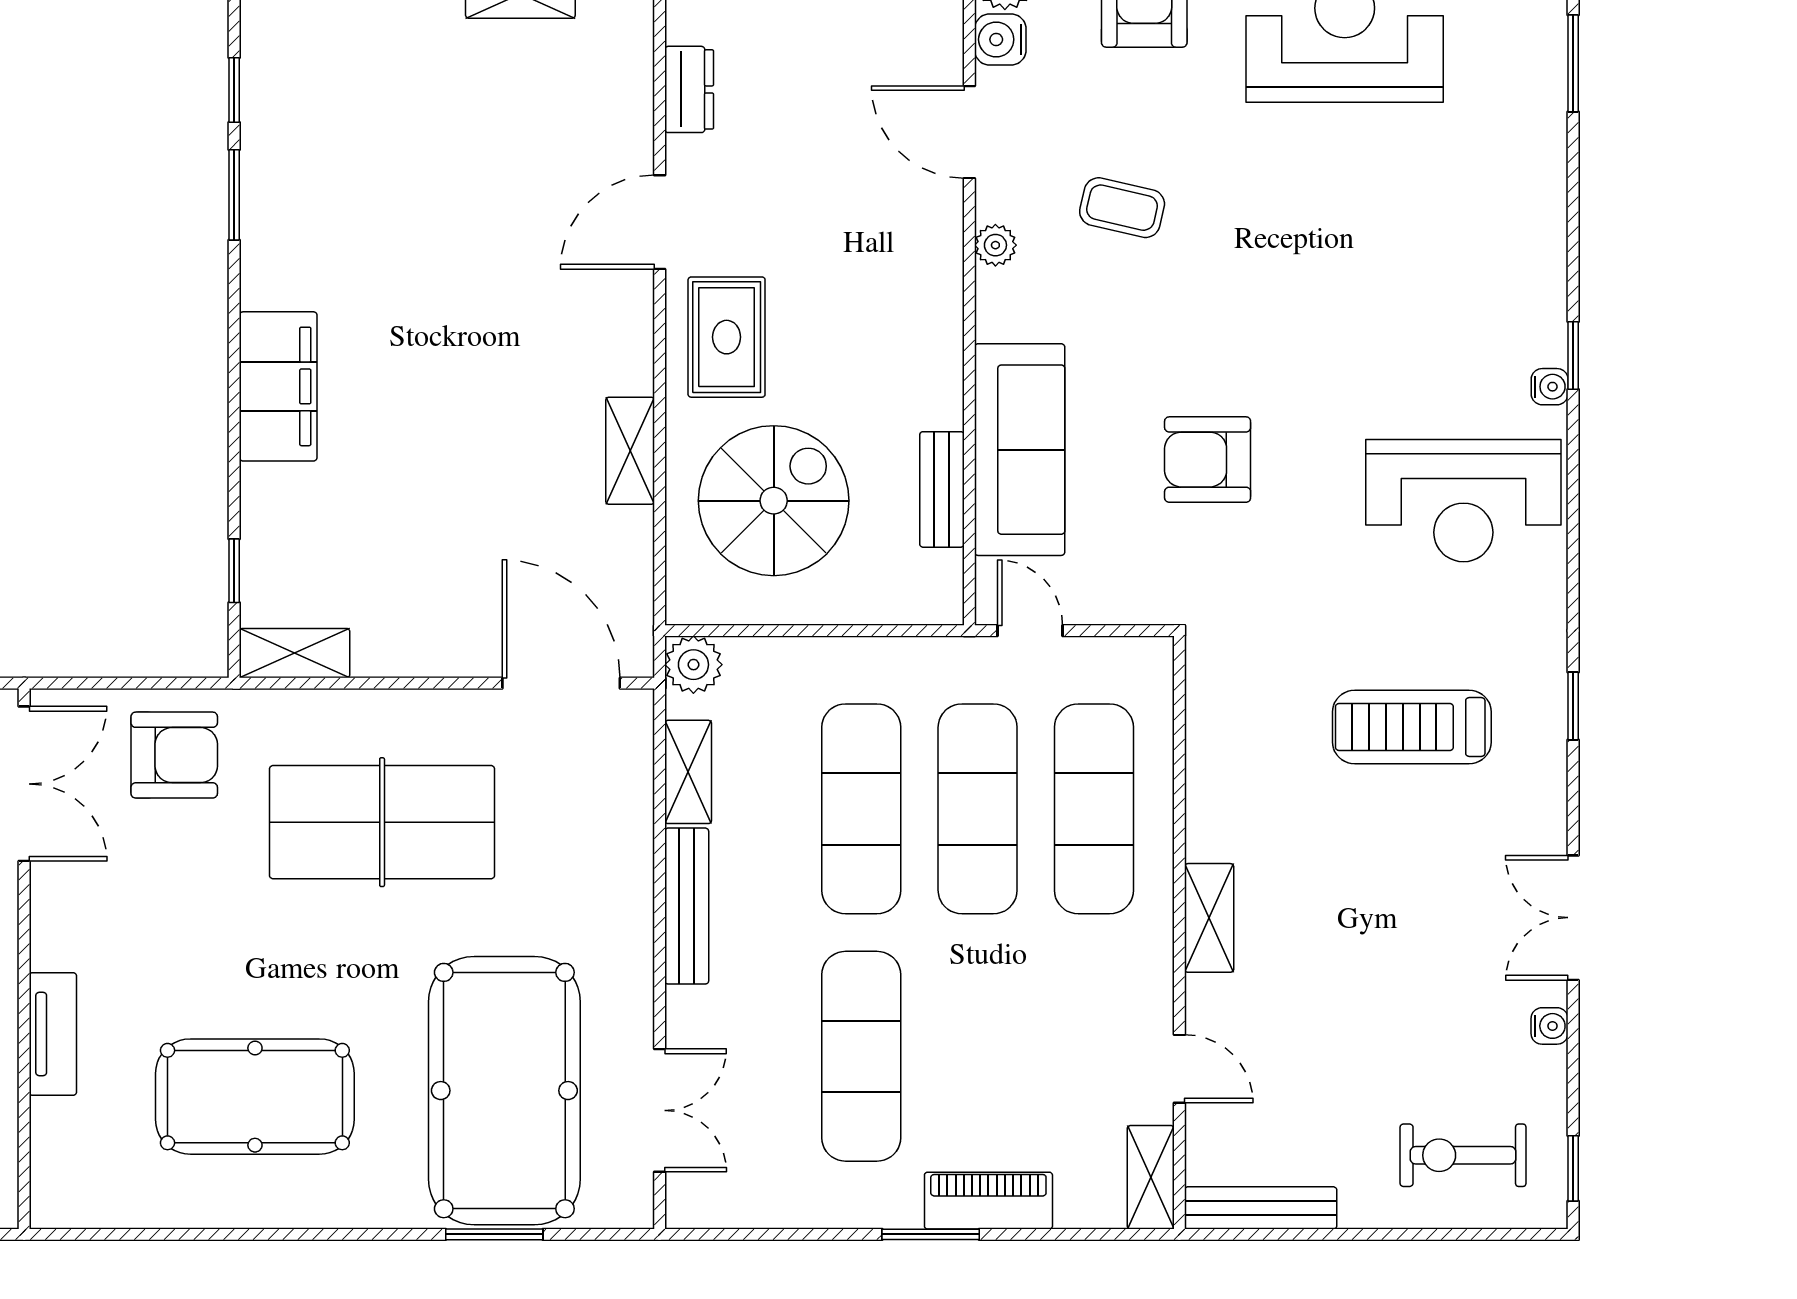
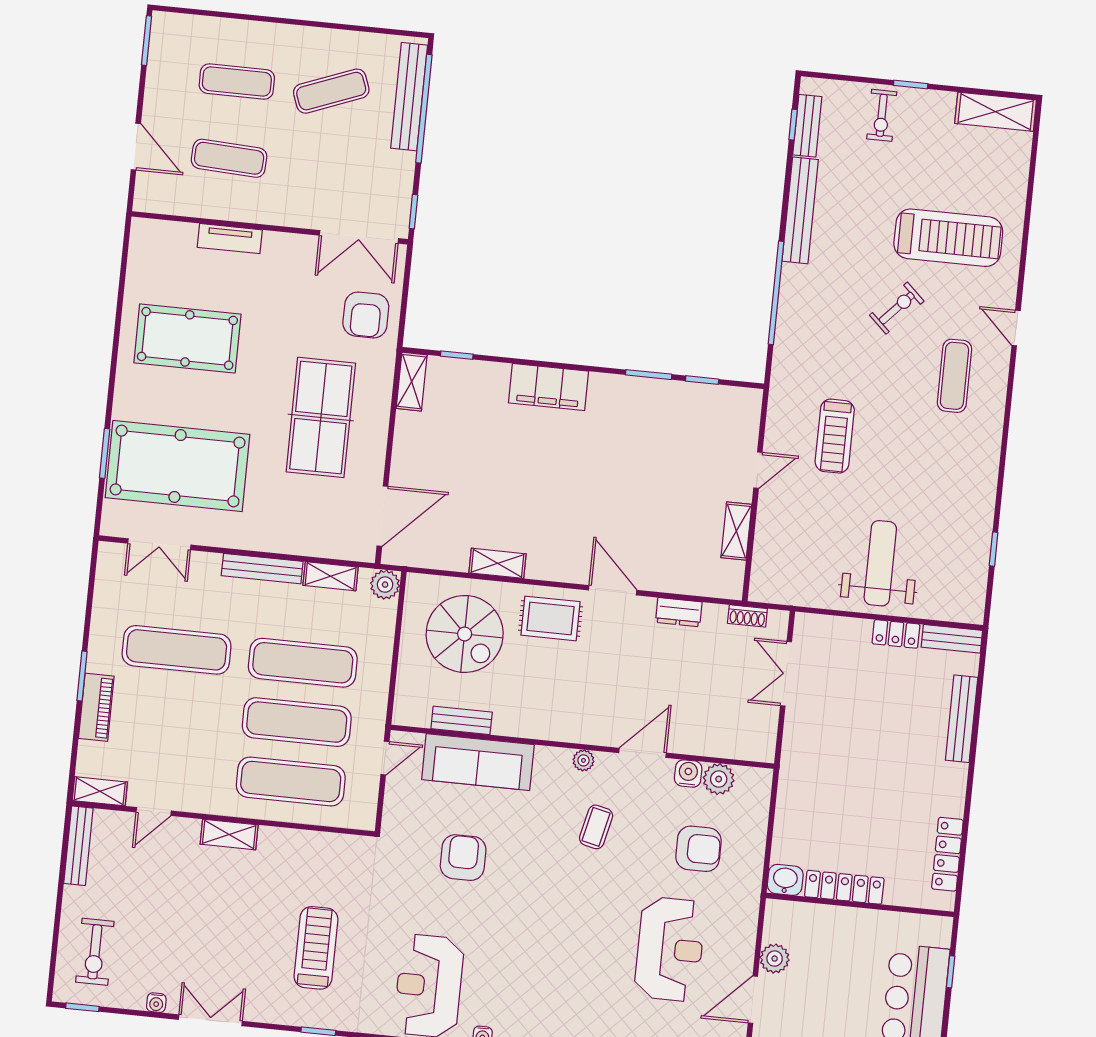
pool table: (255, 1097) -> (187, 338), turned 90
exercise bike: (1463, 1155) -> (95, 952), turned 180

